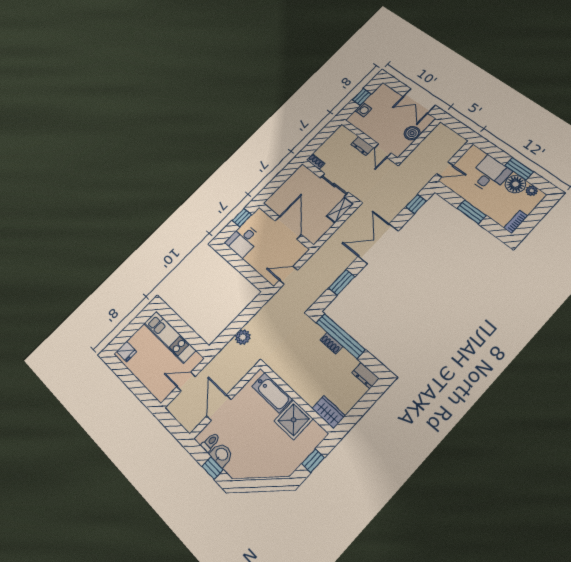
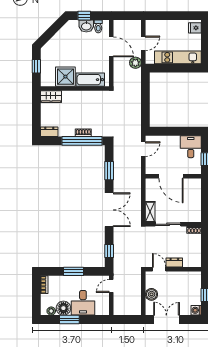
washing machine: (363, 110) -> (196, 310), moved
plant: (243, 337) -> (135, 63), moved

